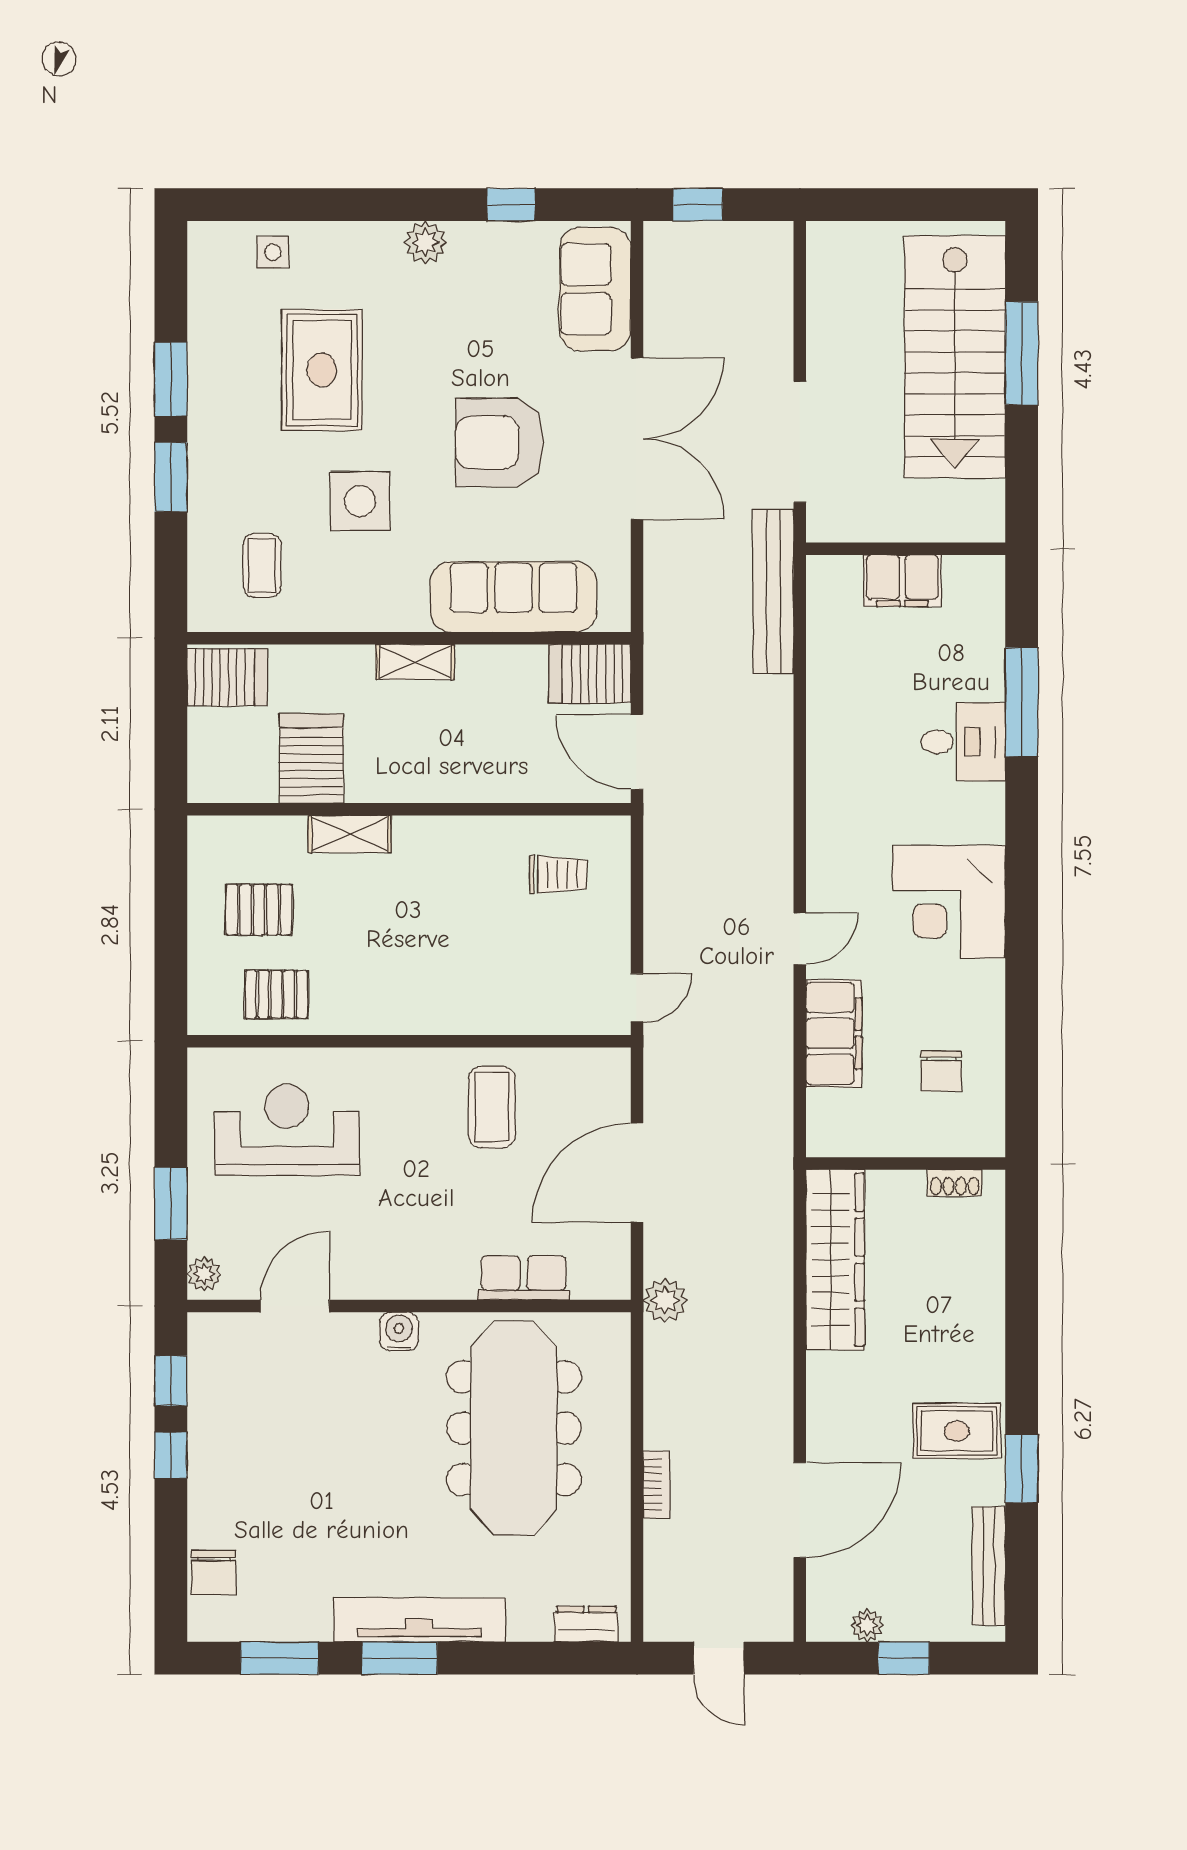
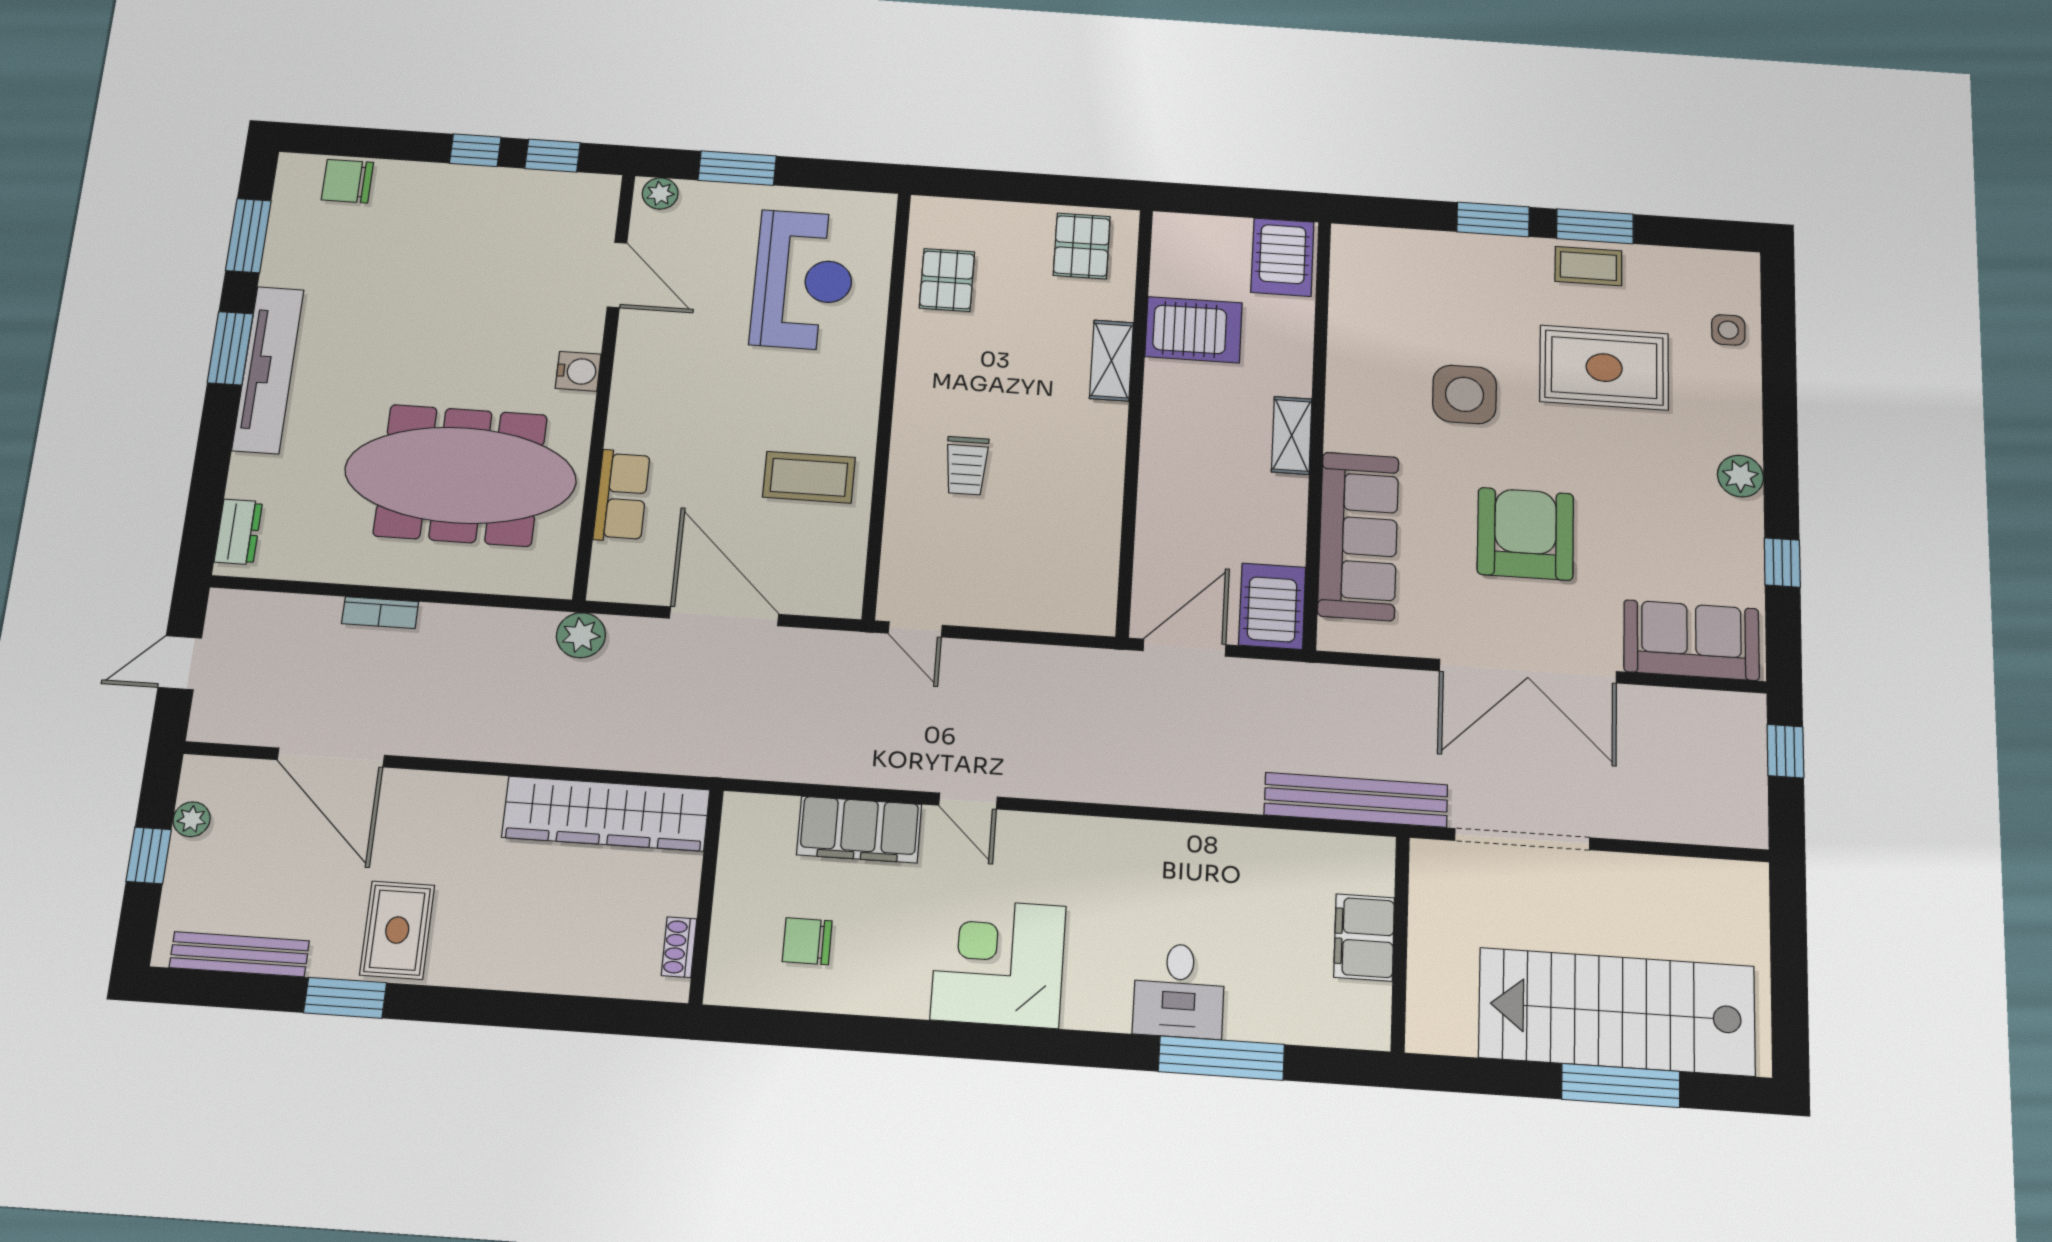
coffee table: (262, 566) -> (1588, 266), moved
trolley: (558, 874) -> (966, 466), moved
pallet: (259, 910) -> (1082, 246), moved

